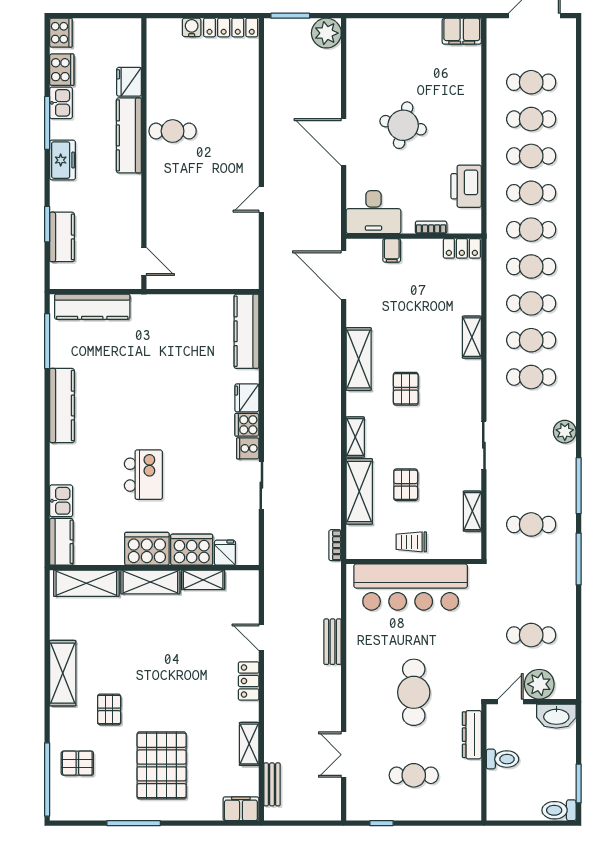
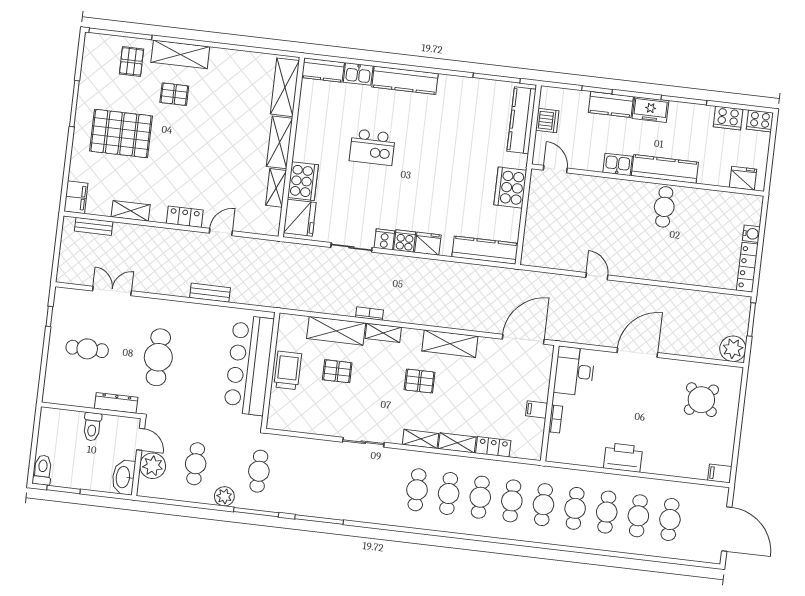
filing cabinet: (462, 31) -> (720, 473), width x0.50
fridge: (129, 82) -> (743, 178), moved
kitchen sink: (61, 103) -> (618, 164), moved, turned 180
round table: (403, 125) -> (701, 400), moved, turned 31
printer: (466, 186) -> (623, 457), moved
kitchen counter: (62, 237) -> (611, 104), moved
locker: (462, 248) -> (493, 447), moved, turned 90
filing cabinet: (392, 250) -> (537, 410), moved
door: (144, 261) -> (555, 169), swing flipped
dishwasher: (89, 277) -> (547, 121), added
kitchen counter: (62, 406) -> (405, 80), moved
plant: (565, 432) -> (224, 496), moved
shelving: (472, 511) -> (421, 439), moved
cafe table: (531, 524) -> (259, 471), moved
trolley: (411, 542) -> (288, 370), width x1.36, depth x1.39
bookcase: (335, 545) -> (370, 314), moved
cooker: (147, 549) -> (510, 188), moved, turned 180
fridge: (225, 553) -> (300, 218), width x1.88, depth x1.34
shelving: (63, 673) -> (180, 54), moved
cafe table: (414, 692) -> (158, 357), turned 90
cafe table: (414, 775) -> (87, 349), turned 90

